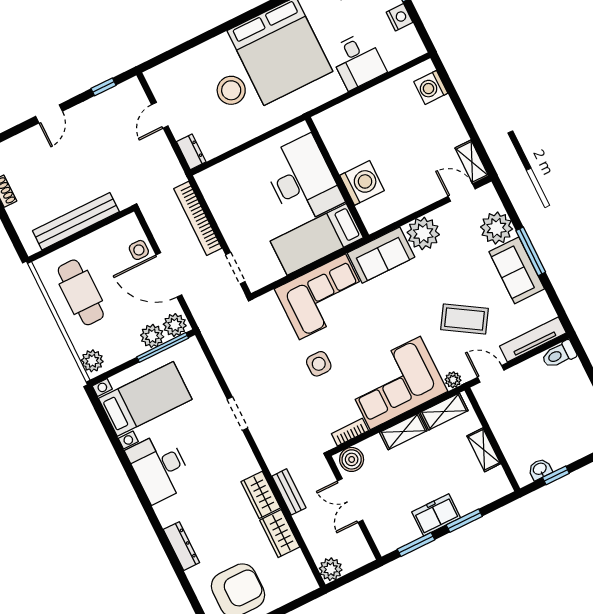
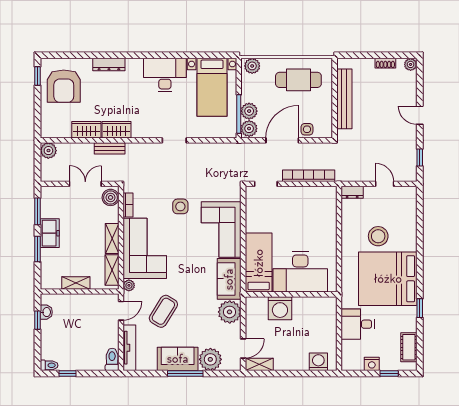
wall: (337, 177) -> (291, 294), moved
desk: (302, 180) -> (300, 272), moved
washing machine: (362, 183) -> (280, 308), moved
bed: (317, 239) -> (259, 263), moved

